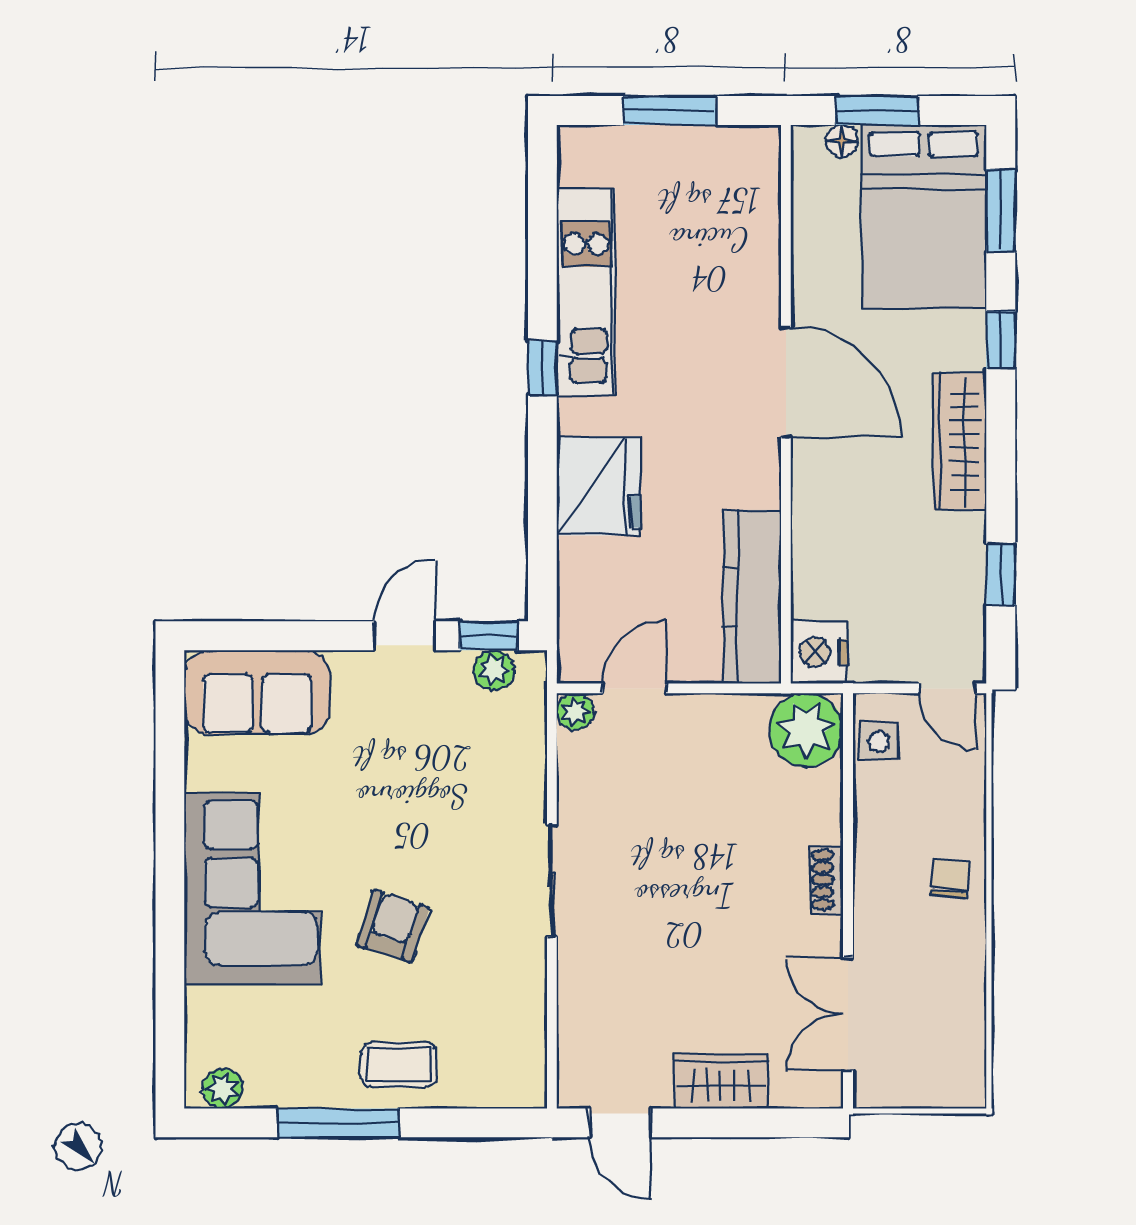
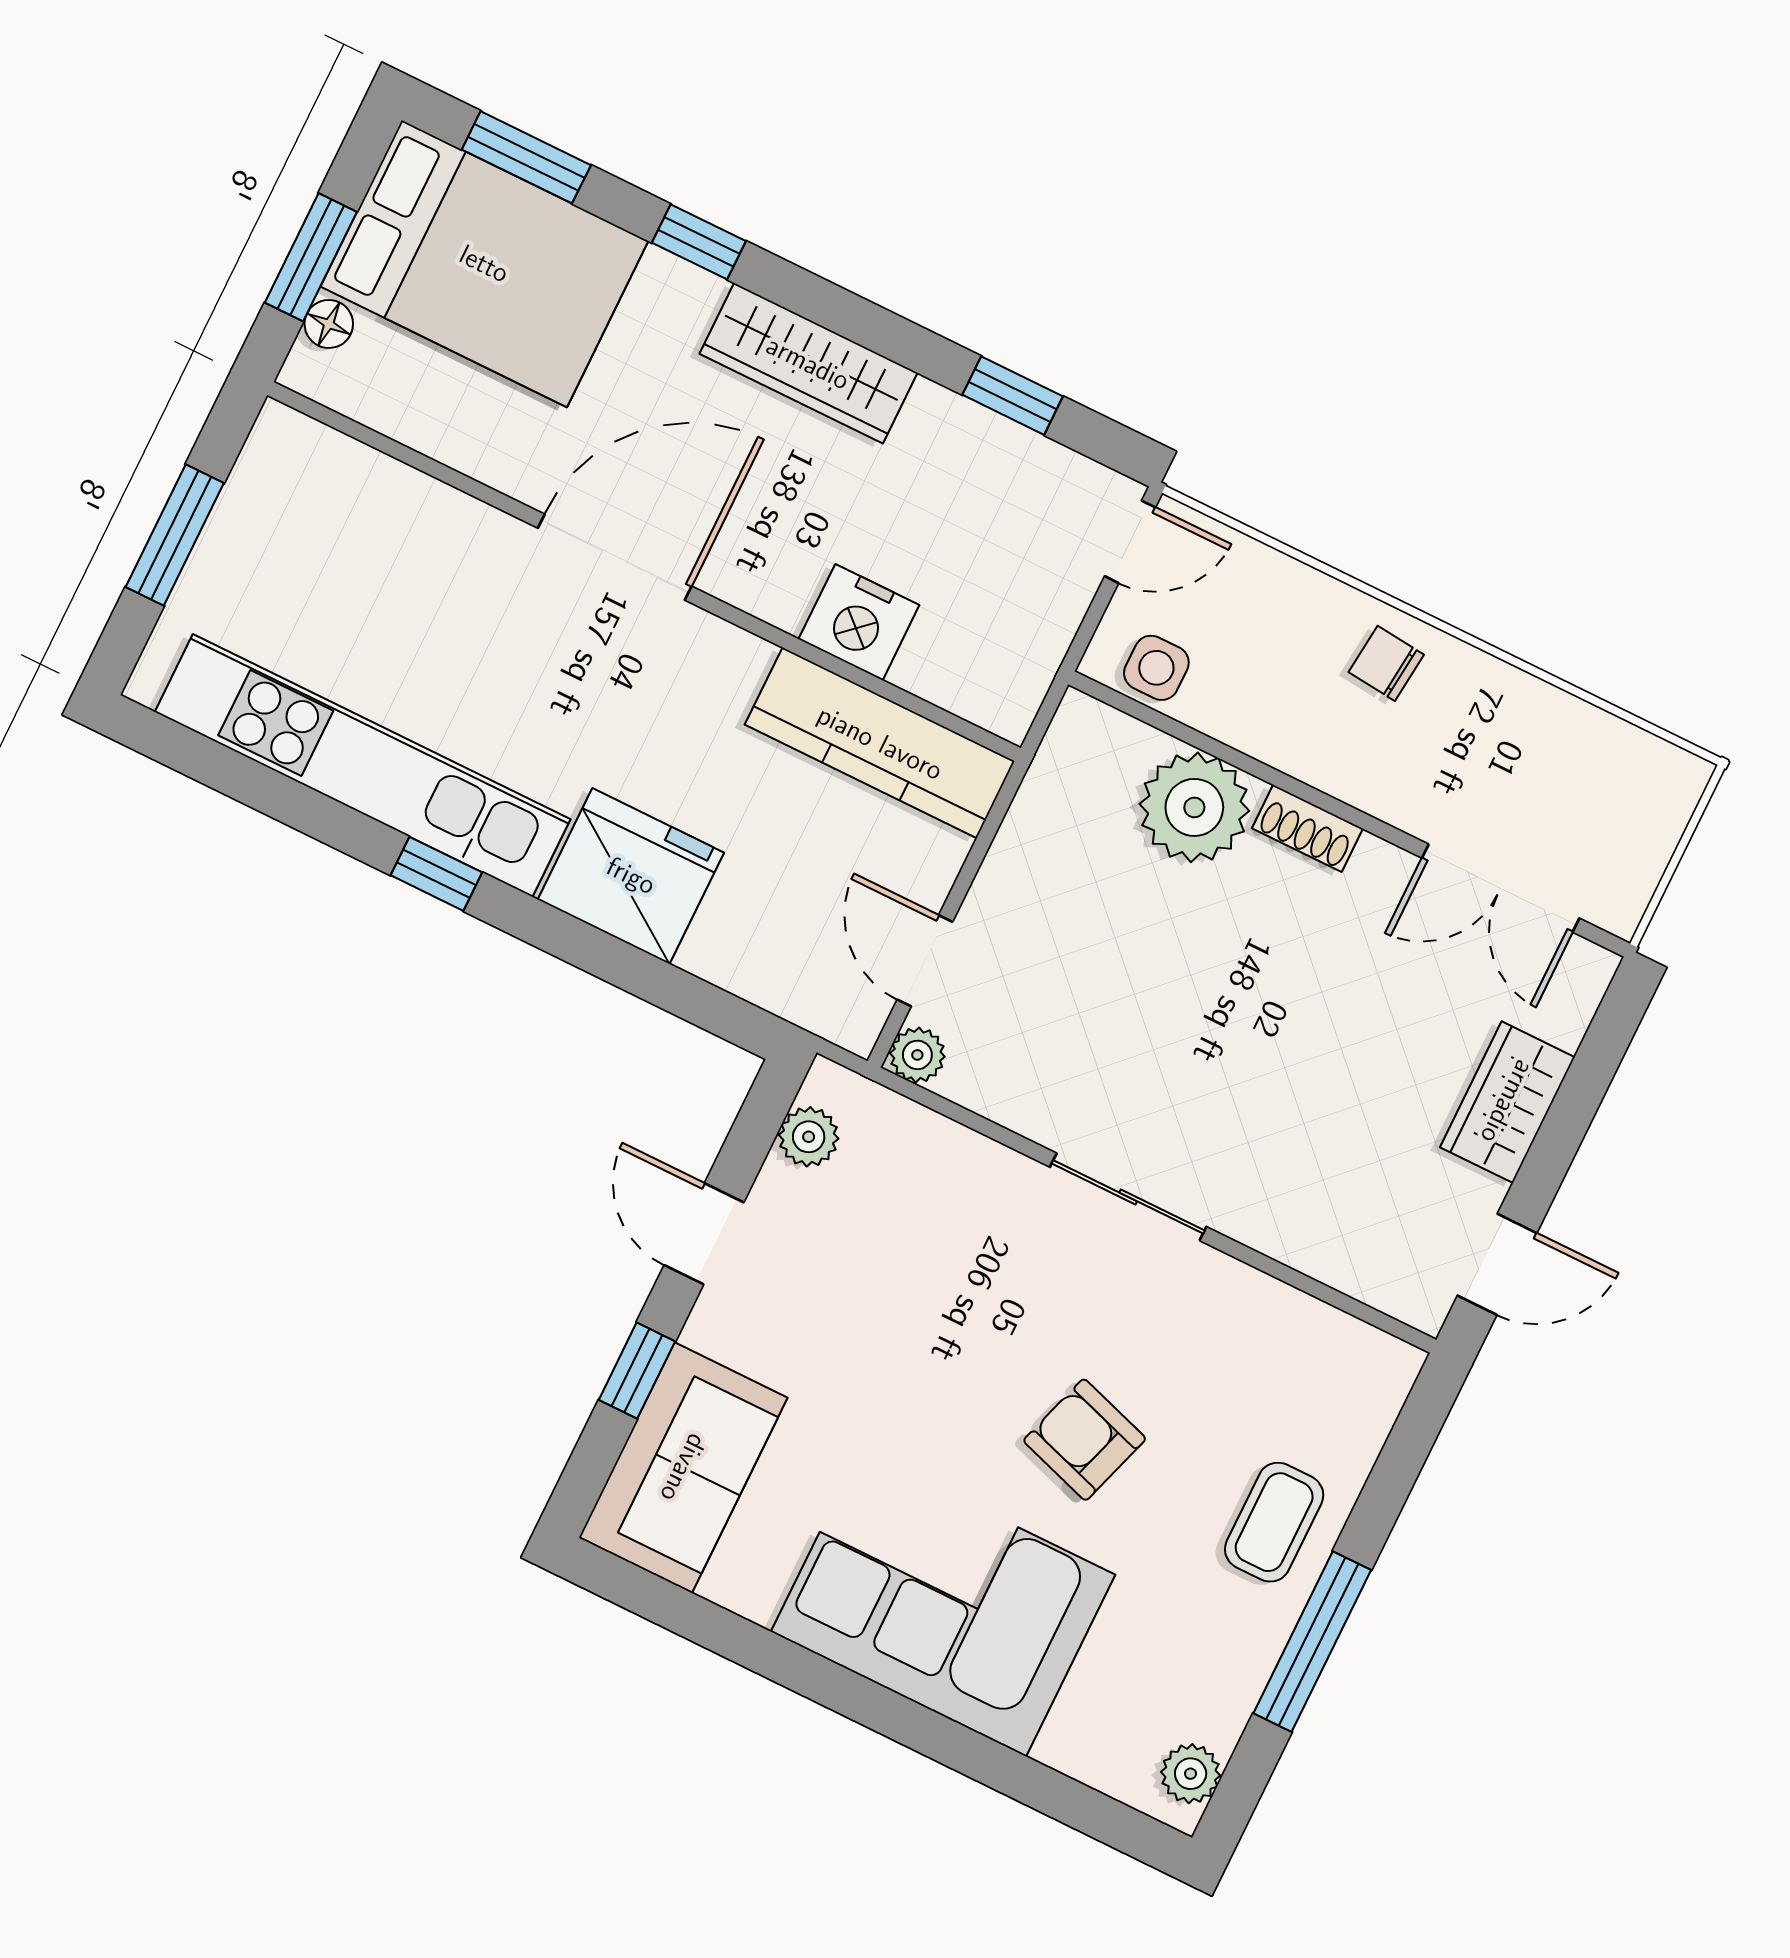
kitchen unit: (586, 292) -> (363, 766), width x1.36
window: (489, 636) -> (637, 1371), moved
nightstand: (819, 652) -> (859, 622), moved
plant: (806, 730) -> (1194, 807), moved

